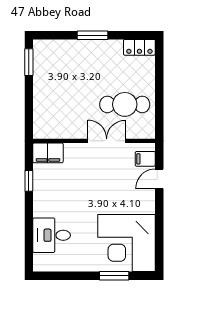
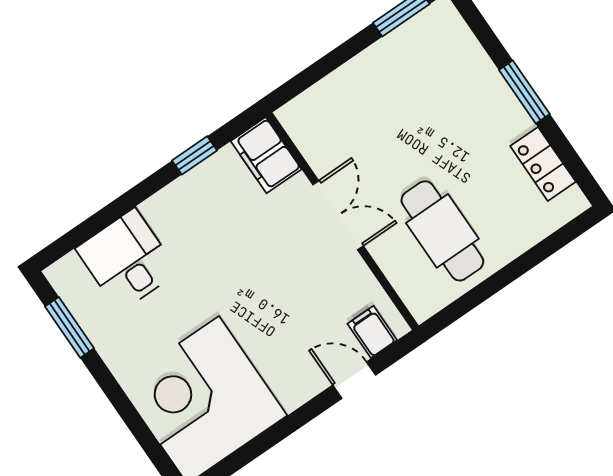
locker: (139, 47) -> (543, 164), moved
double door: (107, 141) -> (338, 215), moved
window: (114, 276) -> (70, 327), moved

